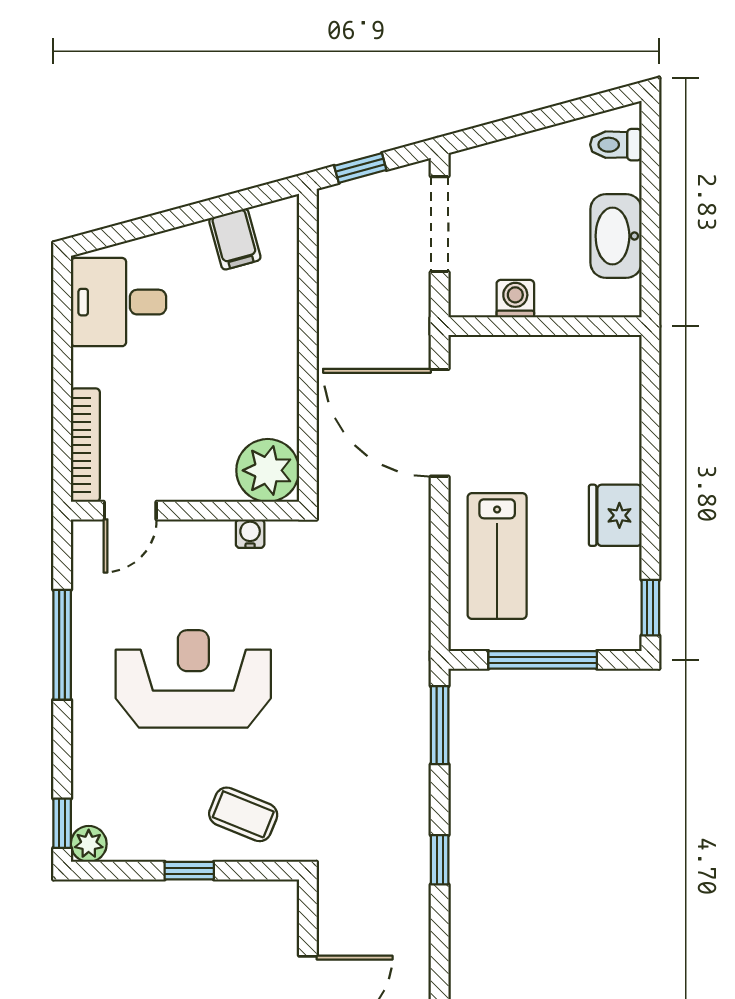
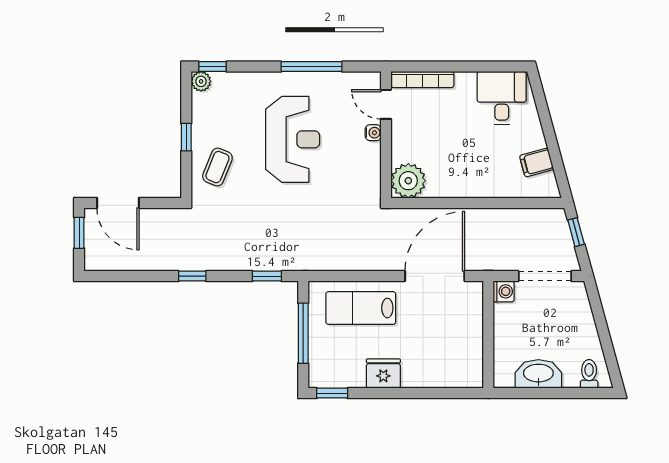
washing machine: (515, 299) -> (504, 291), moved
water cooler: (250, 534) -> (373, 133), moved
window: (440, 725) -> (267, 276), width x0.67

